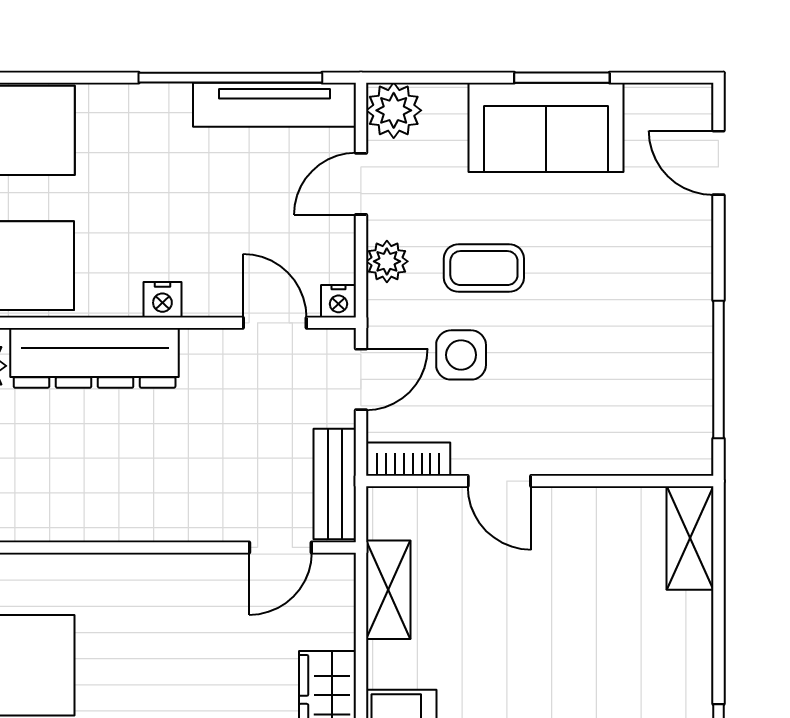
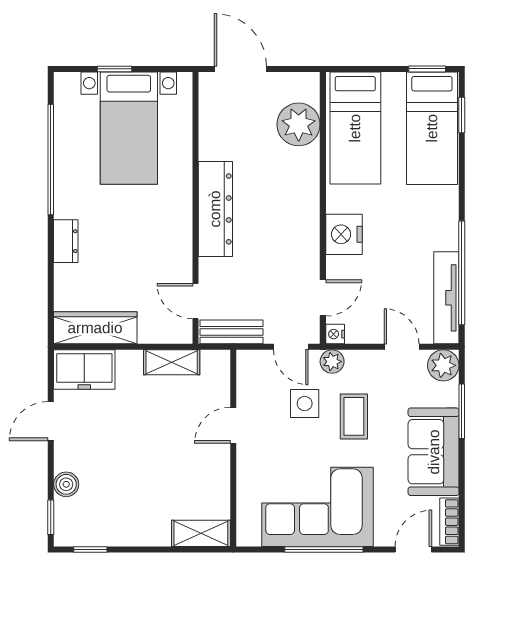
window: (562, 78) -> (462, 411), moved
plant: (387, 261) -> (332, 362), moved
nightstand: (162, 300) -> (344, 234), width x1.89, depth x1.79
corner sofa: (643, 332) -> (318, 507), added
dresser: (95, 358) -> (215, 209), moved, turned 180
window: (718, 369) -> (324, 549), moved
bookcase: (408, 459) -> (449, 522), moved, turned 180

